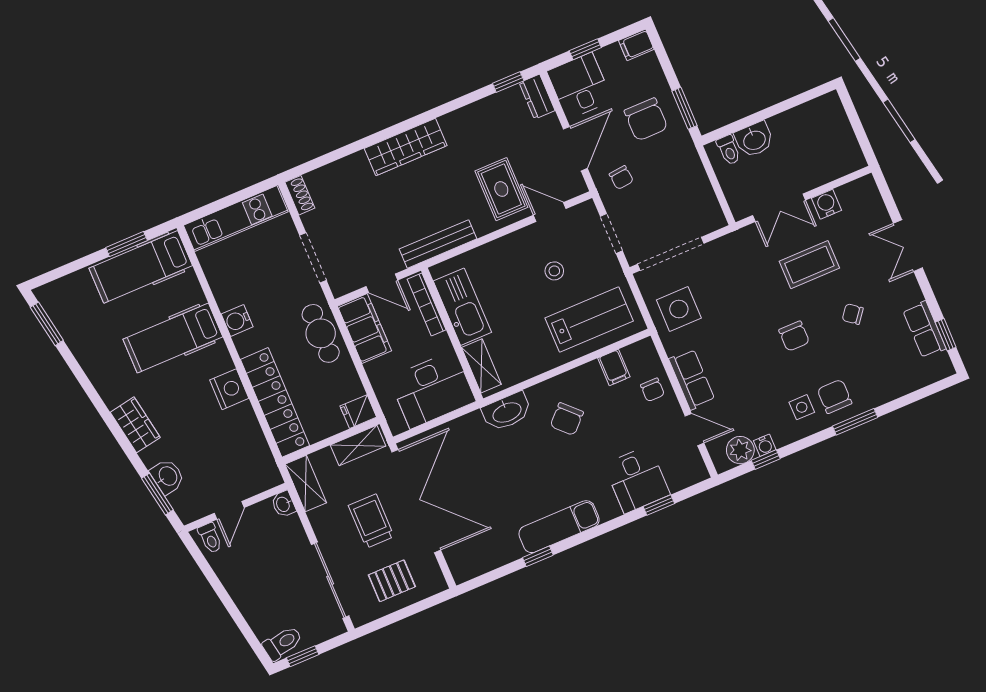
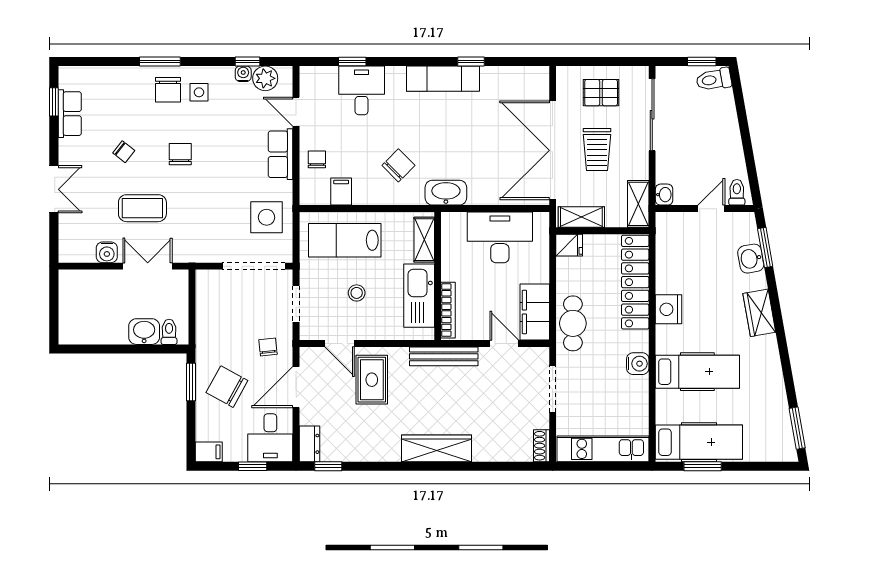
chair: (646, 119) -> (227, 387), turned -61
bookcase: (427, 304) -> (448, 310), moved
kitchen sink: (462, 307) -> (419, 296), moved
wall: (452, 335) -> (438, 276), moved
shelving: (481, 366) -> (424, 240), moved

